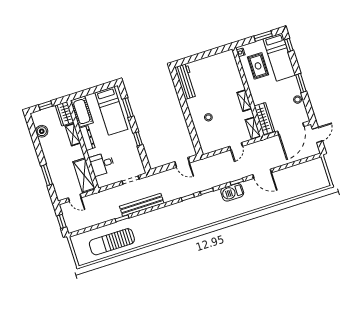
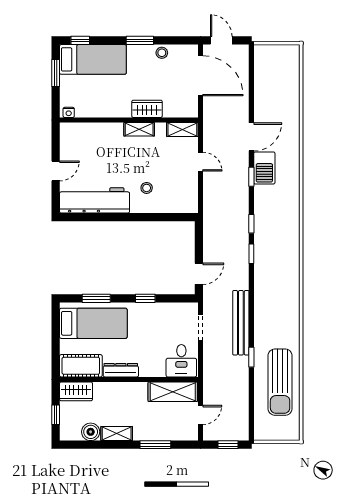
door: (201, 56) -> (56, 171), added
rug: (258, 66) -> (96, 94), removed
workbench: (186, 81) -> (95, 200), width x1.36, depth x1.32
wardrobe: (264, 119) -> (147, 109), moved, width x0.67
shelving: (73, 135) -> (117, 434), moved
door: (182, 162) -> (199, 274), moved
desk: (102, 164) -> (181, 361), moved
barbecue: (232, 192) -> (264, 168), moved

